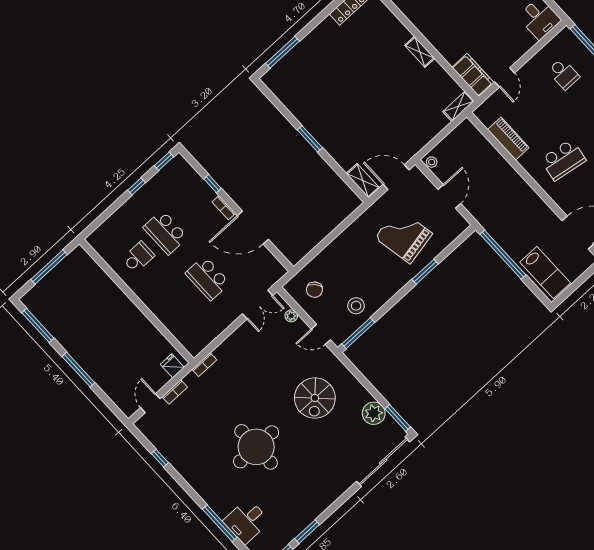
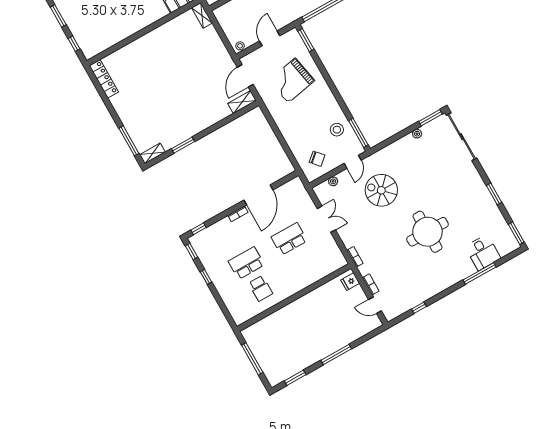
shelving: (420, 52) -> (152, 153), moved
window: (310, 139) -> (183, 145), moved
window: (212, 184) -> (199, 229), moved
door: (449, 196) -> (270, 38), hinge flipped
school desk: (165, 232) -> (246, 263), turned 180
school desk: (138, 257) -> (261, 288), turned 180
window: (425, 272) -> (306, 40), moved
school desk: (208, 278) -> (289, 239), turned 180
double door: (257, 305) -> (326, 219), moved
window: (38, 325) -> (295, 378), width x0.69
spiral stairs: (315, 398) -> (381, 190), moved, turned 180
plant: (374, 413) -> (417, 134), width x0.53, depth x0.53
window: (307, 532) -> (494, 194), moved

